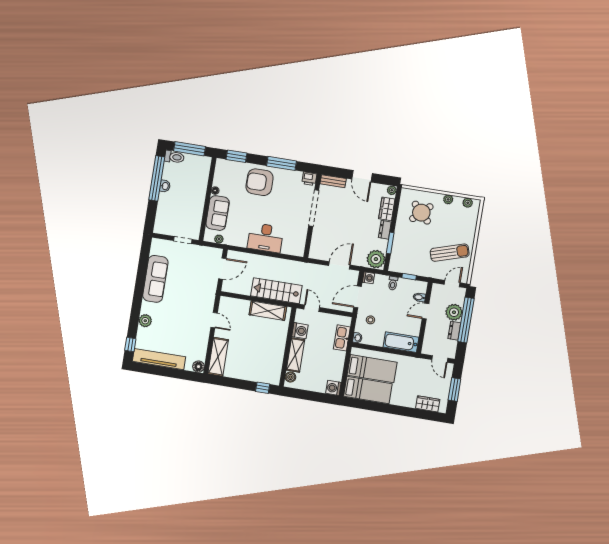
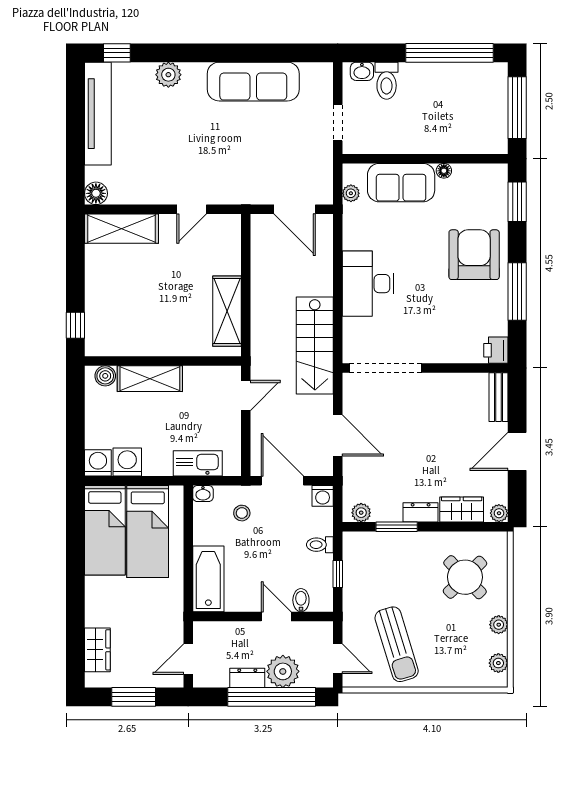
toilet: (174, 157) -> (387, 81), moved
washbasin: (165, 186) -> (362, 71), moved
doorway: (314, 208) -> (385, 368), moved
plant: (376, 259) -> (361, 513), width x0.53, depth x0.53
stairs: (276, 291) -> (315, 346), moved, turned 180
washing machine: (300, 331) -> (127, 462), moved, turned 180

